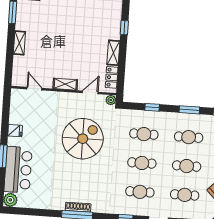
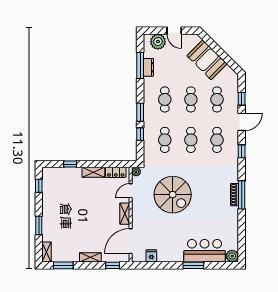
window: (9, 67) -> (113, 265), added
door: (34, 89) -> (131, 241), width x1.88
door: (90, 92) -> (131, 191), hinge flipped
window: (189, 110) -> (140, 112), moved
fridge: (15, 131) -> (151, 256), moved
spiral stairs: (83, 139) -> (173, 195), turned 180

